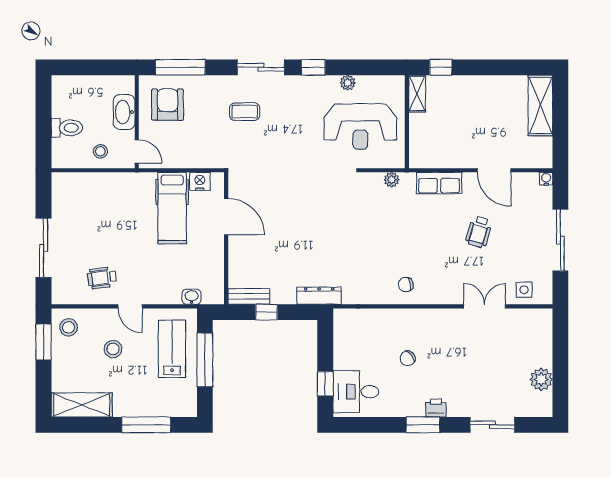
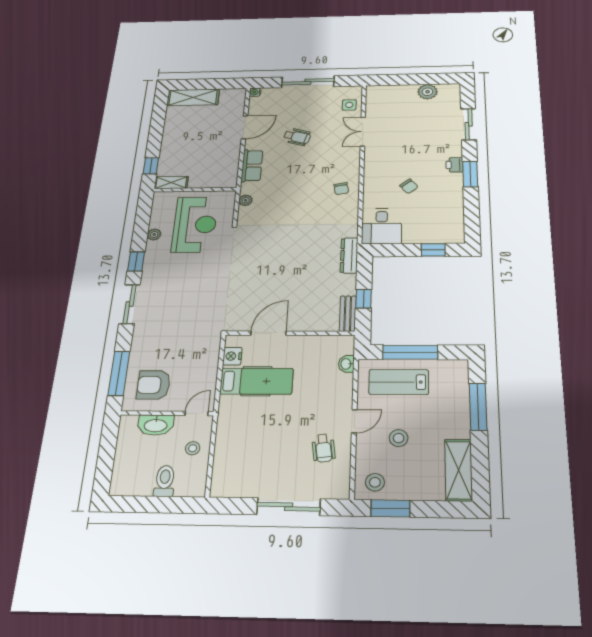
coffee table: (245, 112) -> (169, 317), removed
desk: (356, 392) -> (382, 226), moved

